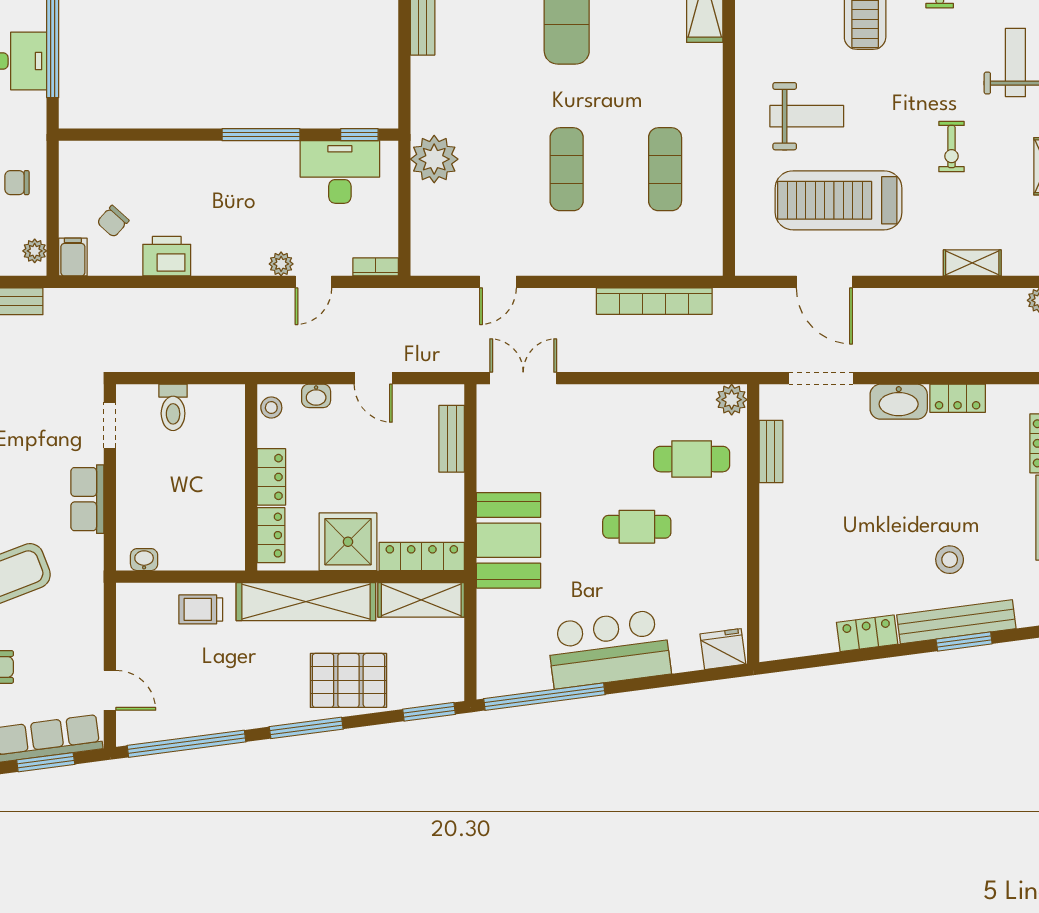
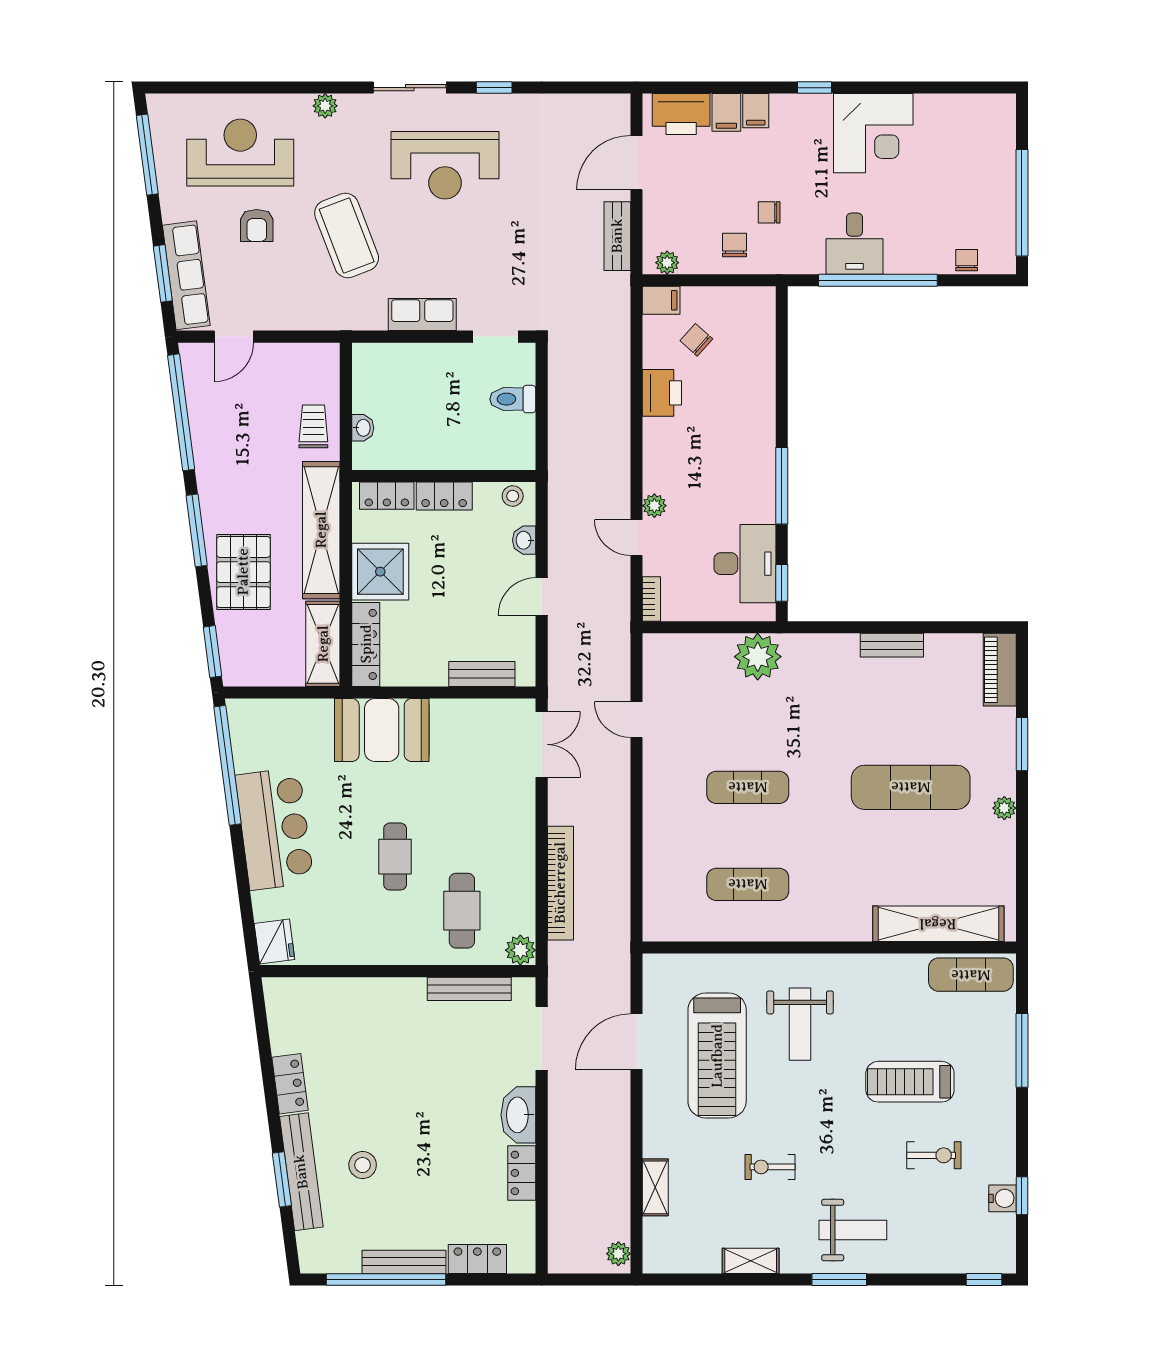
treadmill: (839, 200) -> (717, 1056), turned 180
bookcase: (654, 301) -> (560, 883), moved, turned 180
bench: (771, 452) -> (469, 989), width x1.36
washbasin: (144, 560) -> (363, 428), moved

